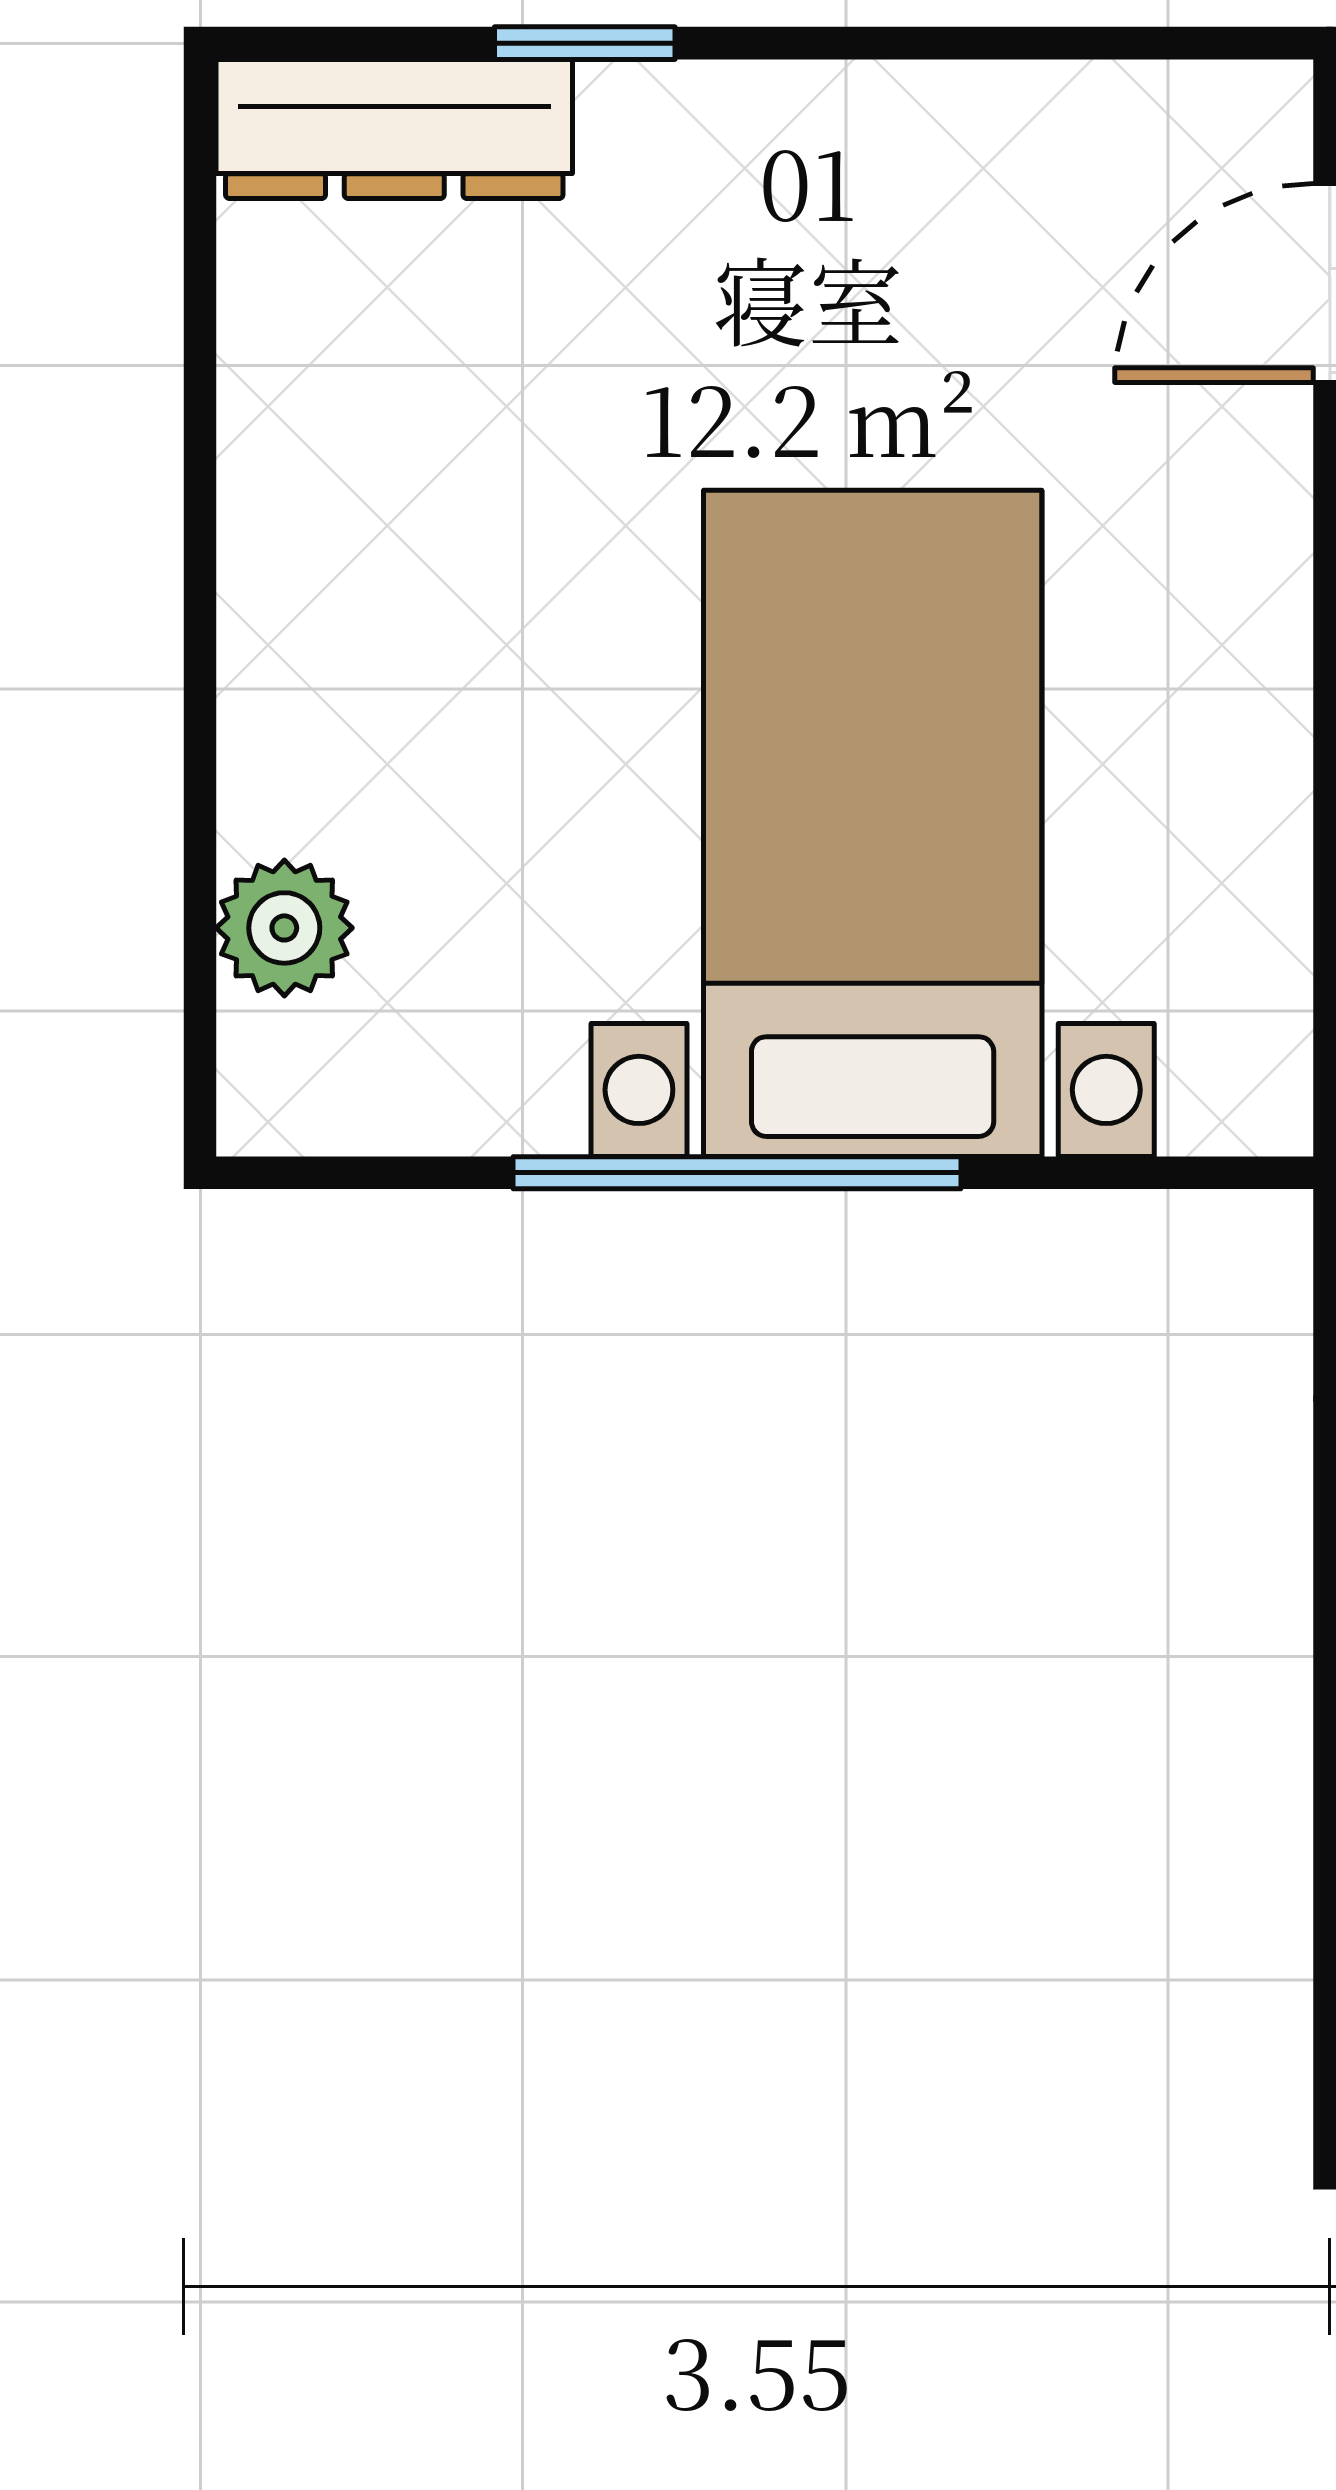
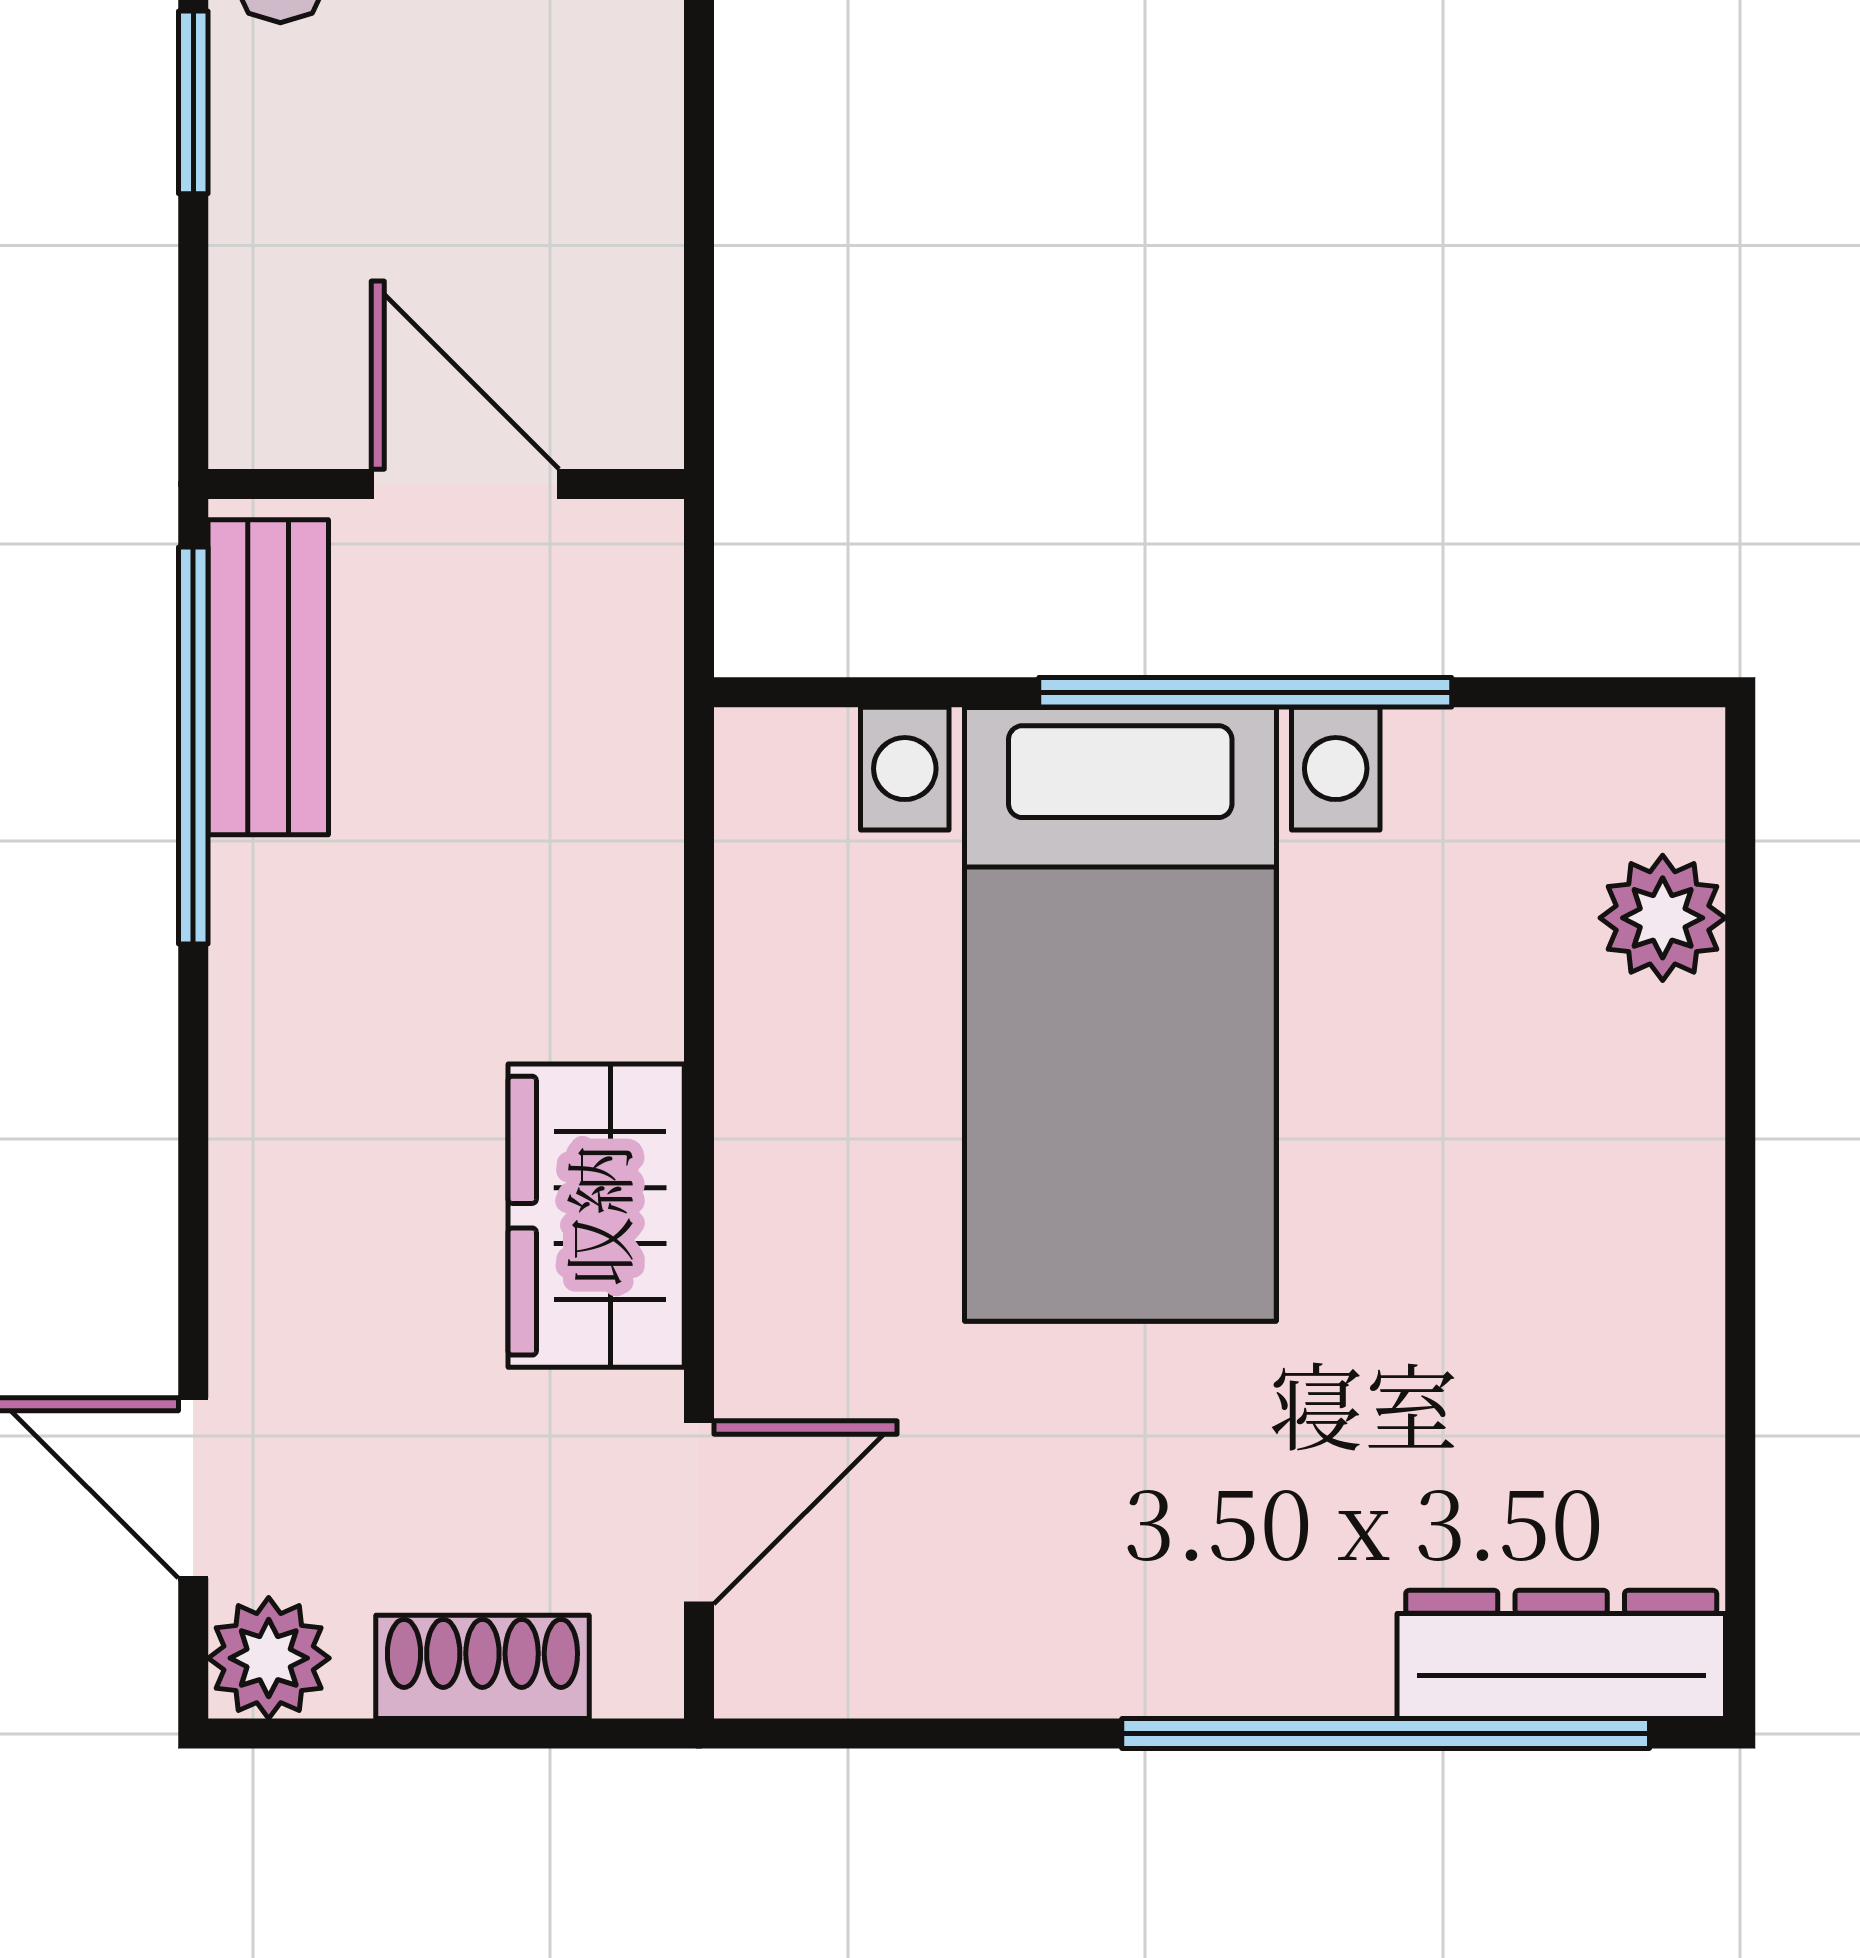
window: (585, 43) -> (1386, 1734), width x3.17

